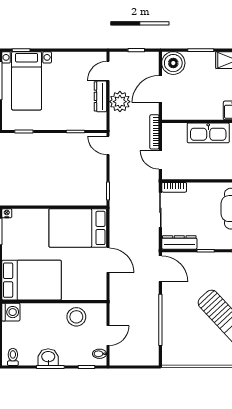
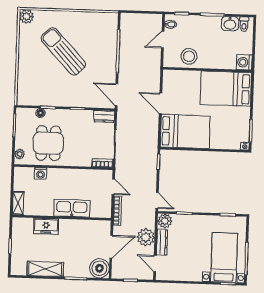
door: (108, 71) -> (155, 263), swing flipped
plant: (98, 122) -> (165, 221), added
dresser: (179, 242) -> (104, 116), width x0.70
washbasin: (48, 357) -> (230, 24), moved

